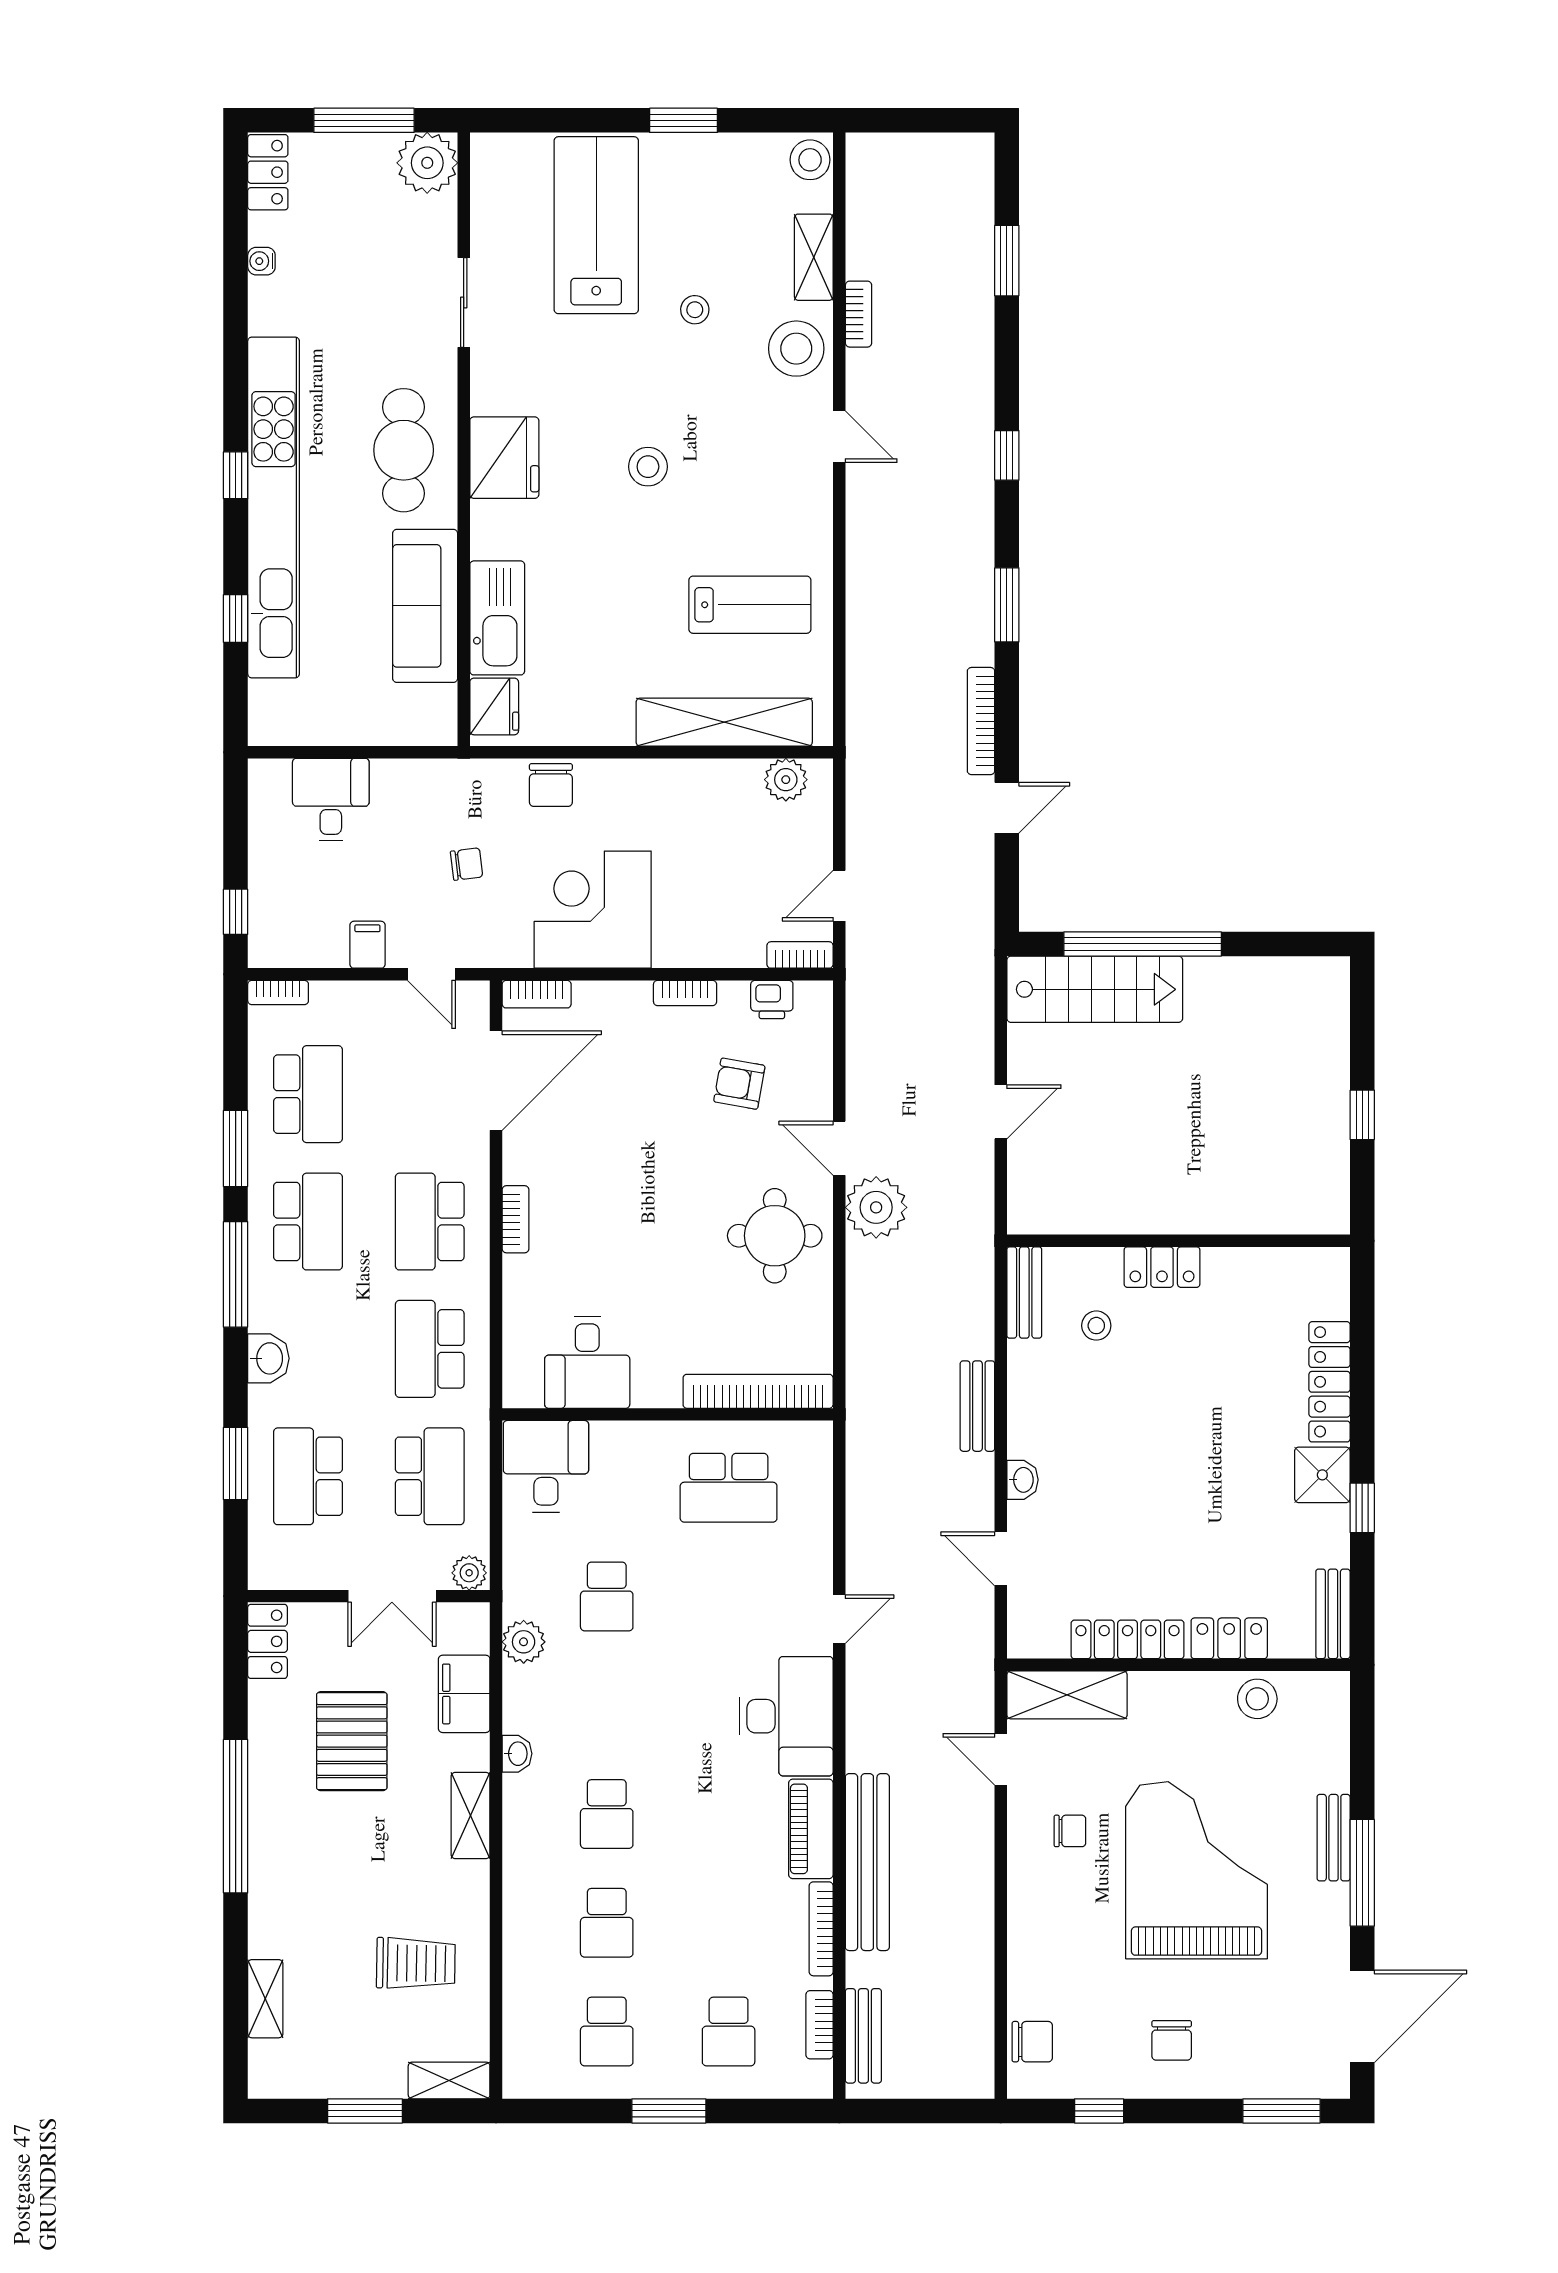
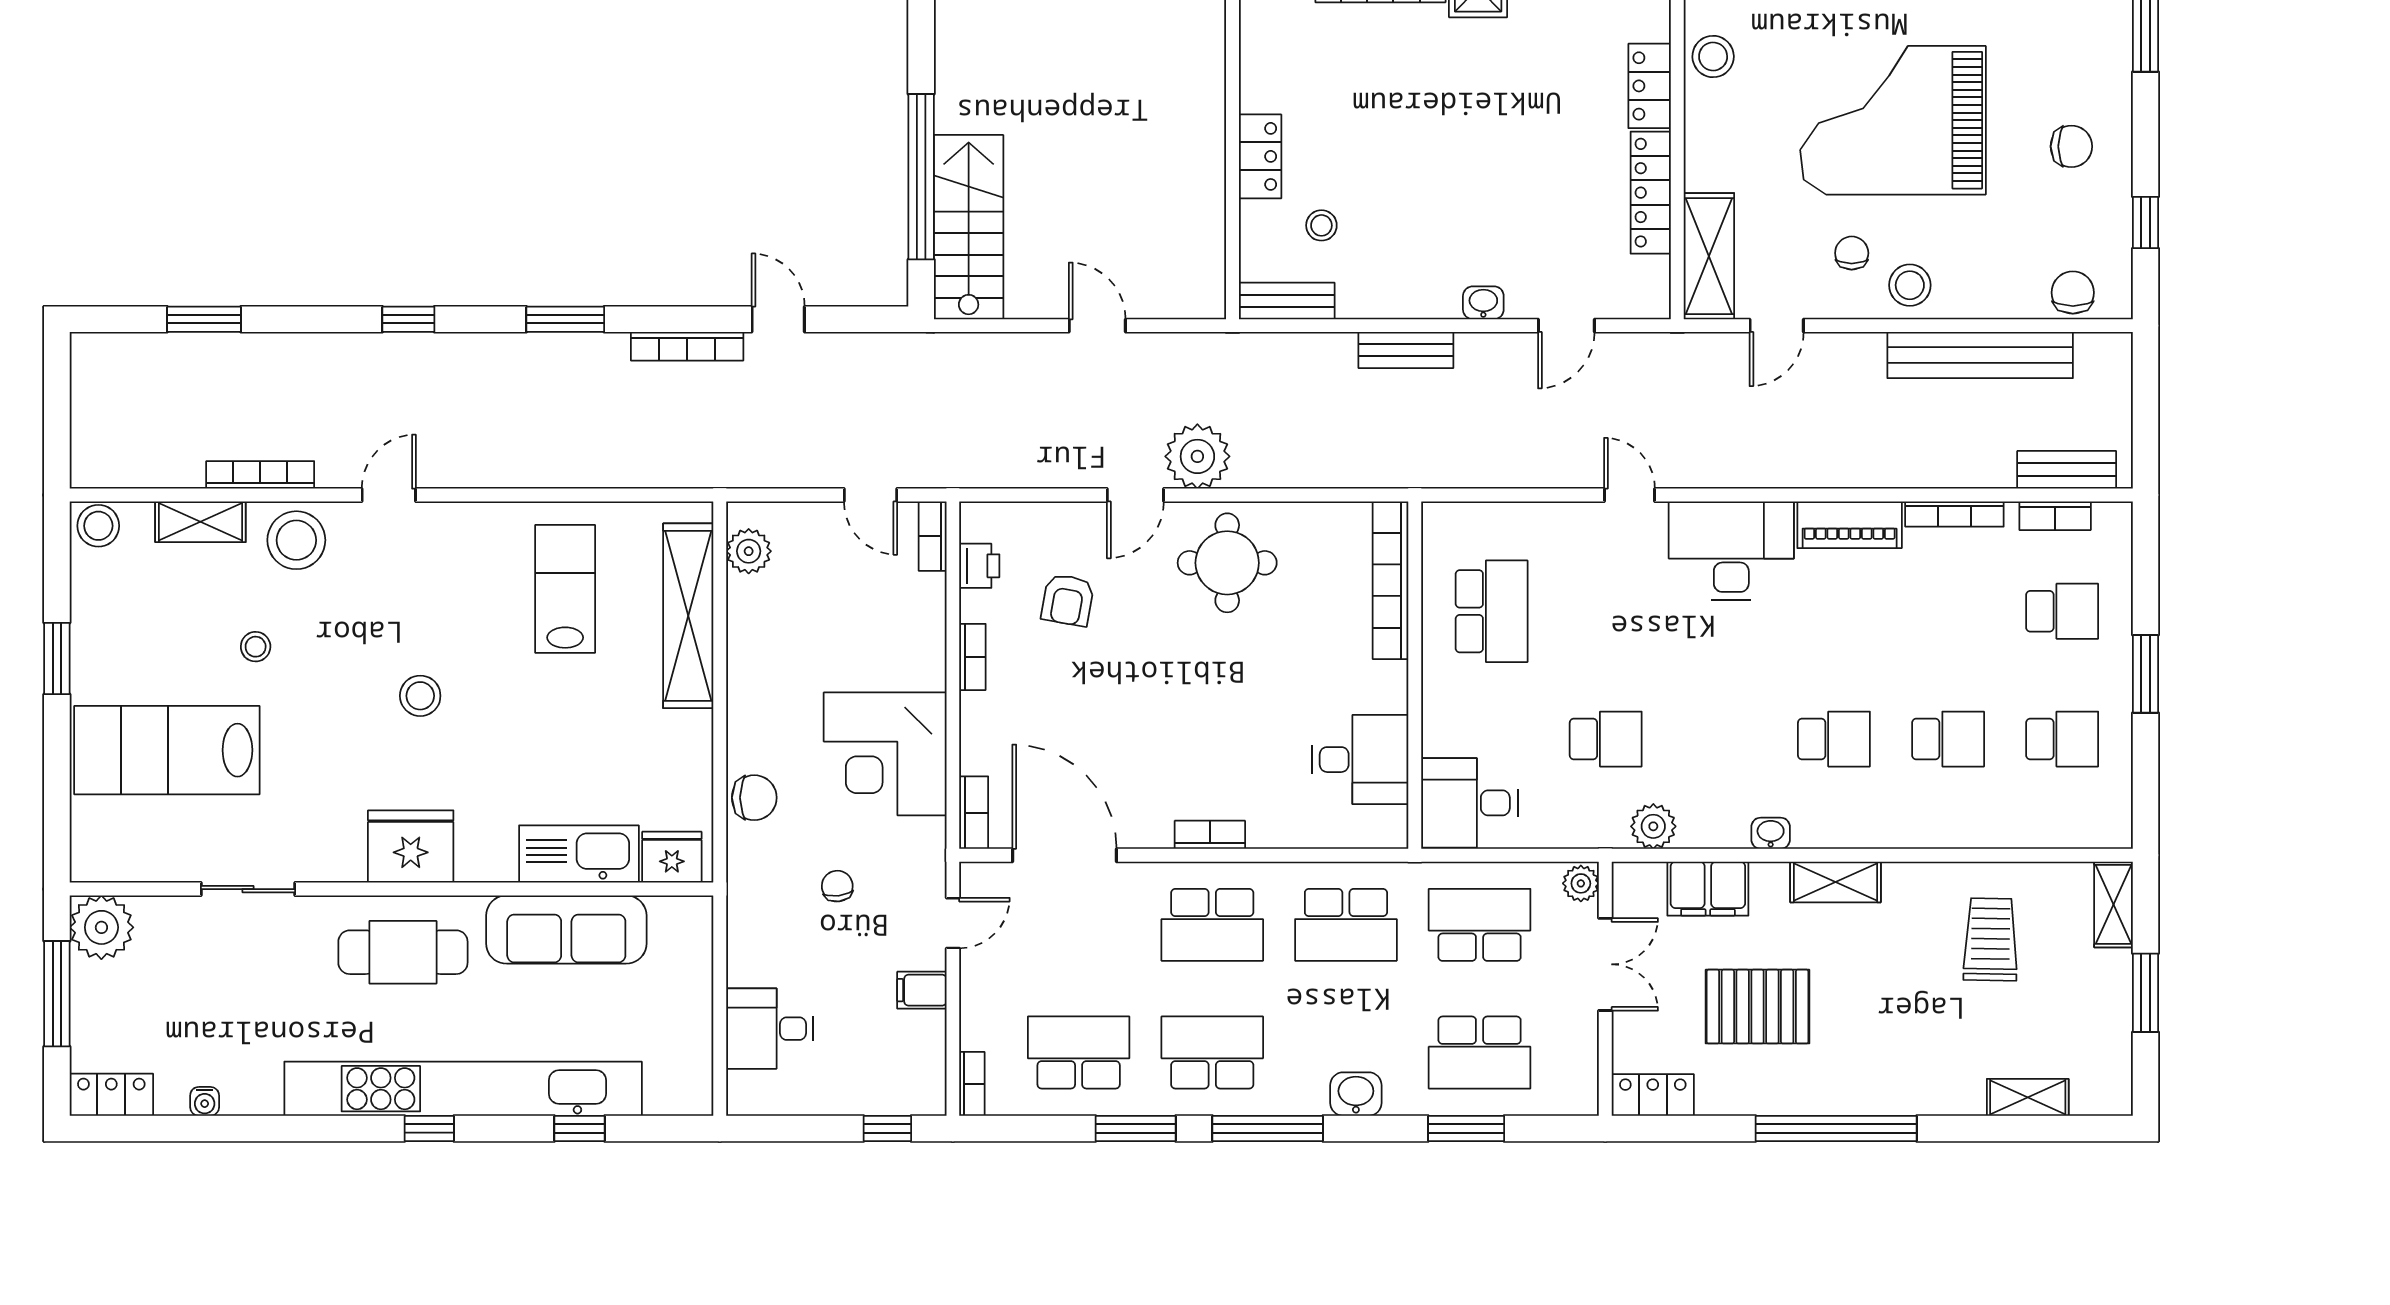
bookcase: (858, 314) -> (260, 475), width x1.56
bench: (867, 1862) -> (1980, 355), moved
stool: (1039, 1886) -> (1910, 285), added

